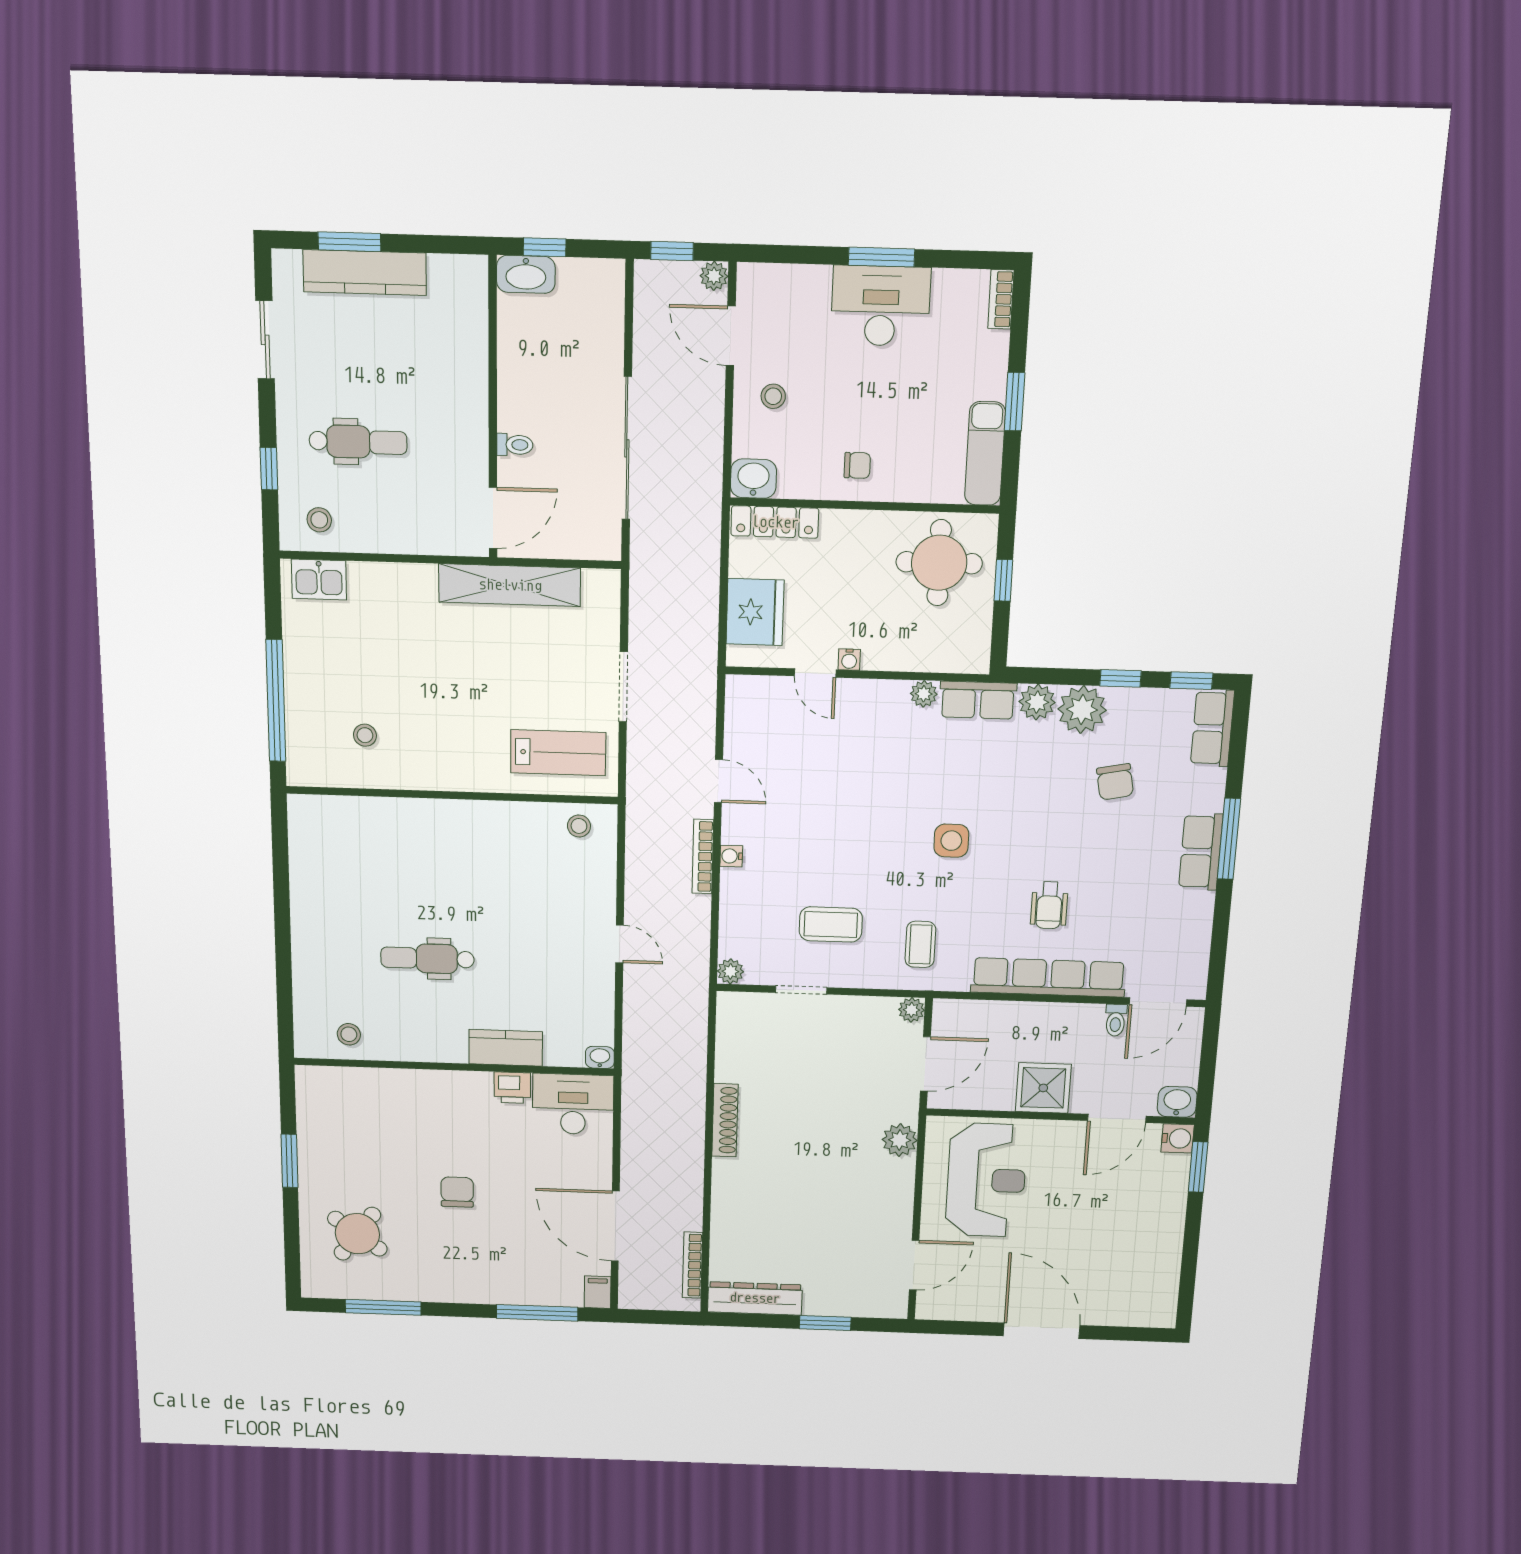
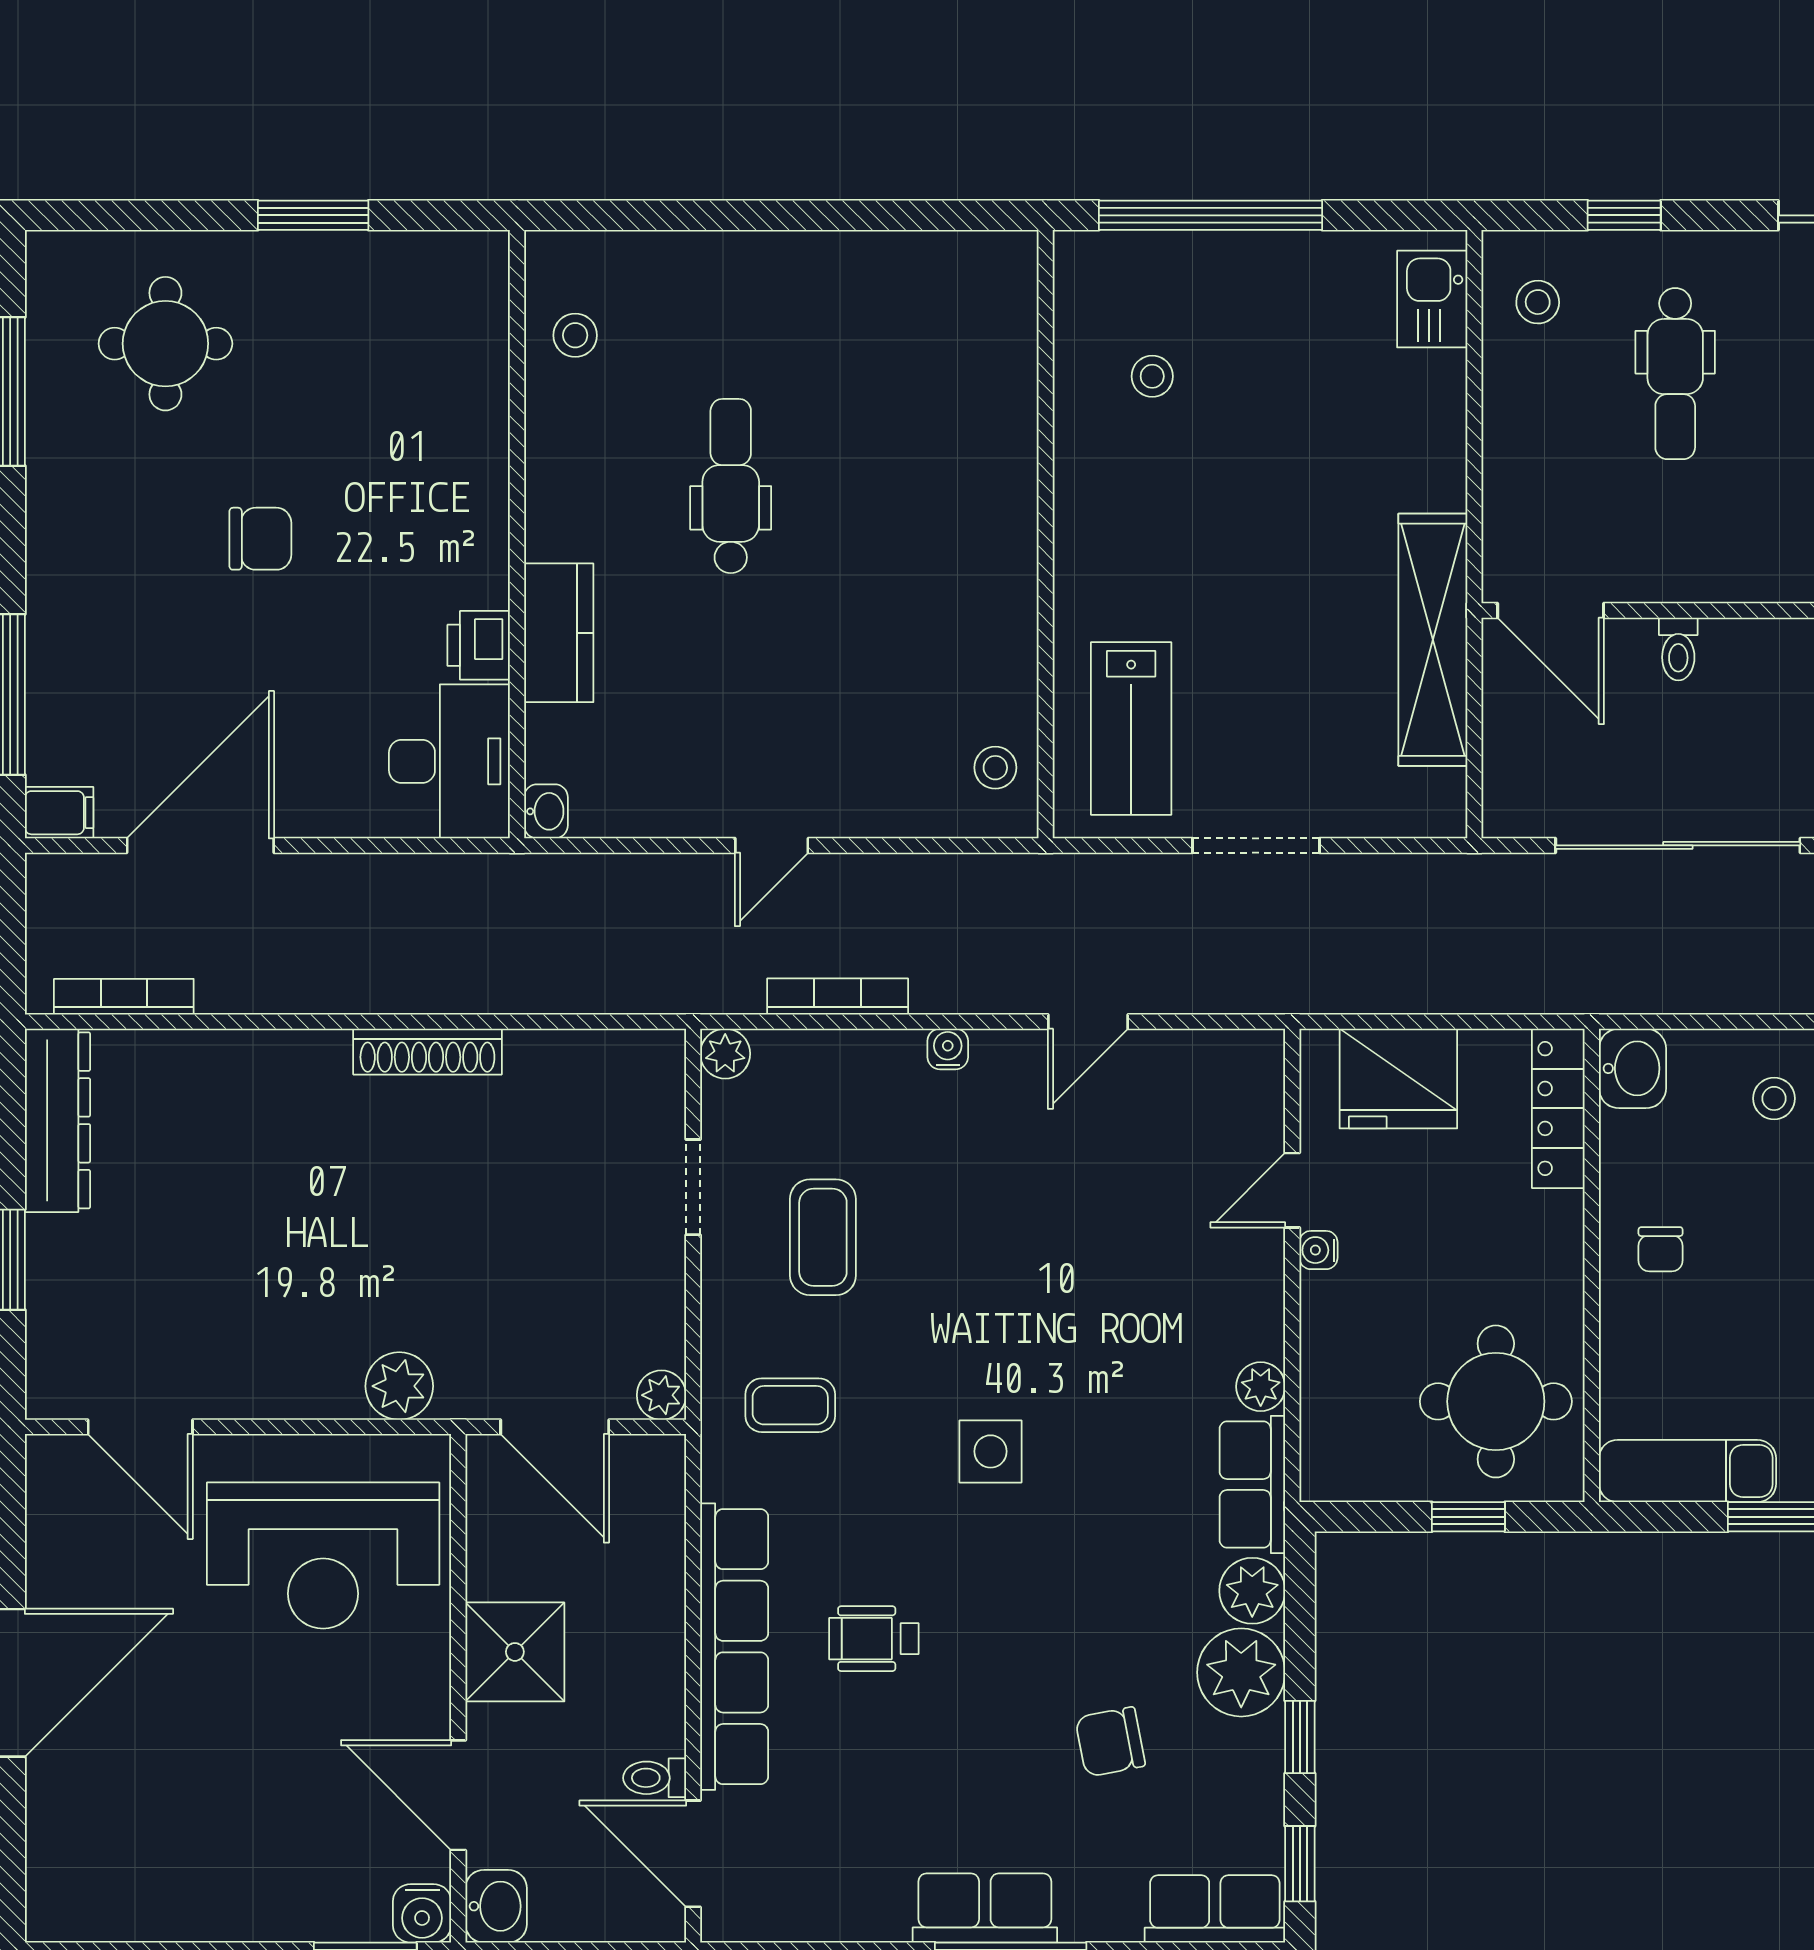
bookcase: (703, 856) -> (838, 997), moved
round table: (357, 1234) -> (165, 344), turned -36

